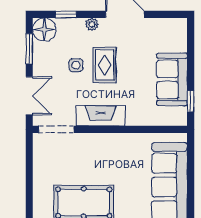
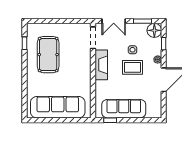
sofa: (172, 79) -> (124, 109), width x1.36

